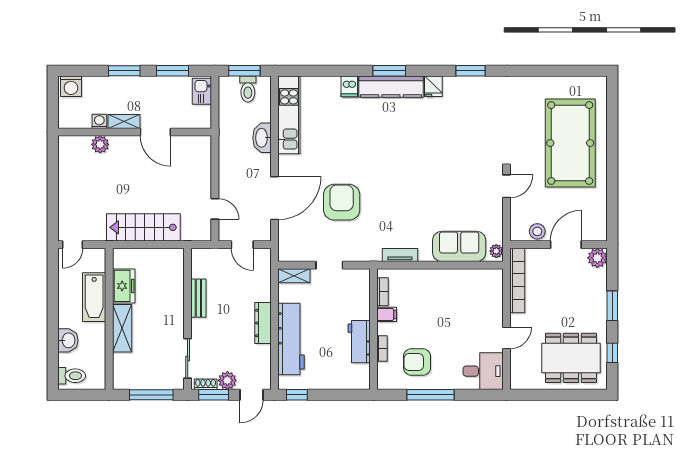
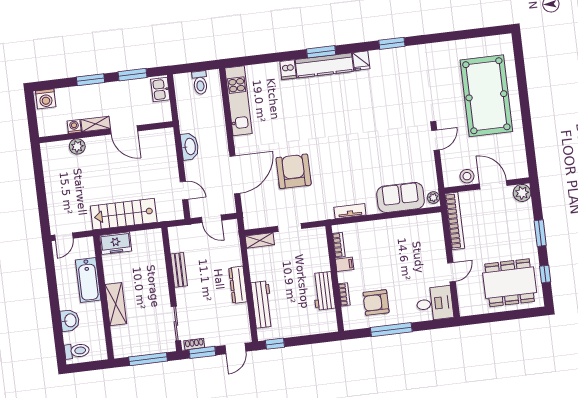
window: (244, 71) -> (195, 67), removed
washbasin: (262, 138) -> (190, 147), moved, turned 180
door: (566, 245) -> (493, 185), hinge flipped
freezer: (124, 286) -> (116, 243), moved, turned 90
workbench: (291, 339) -> (262, 304), width x0.73, depth x0.76
plant: (227, 380) -> (213, 339), removed

